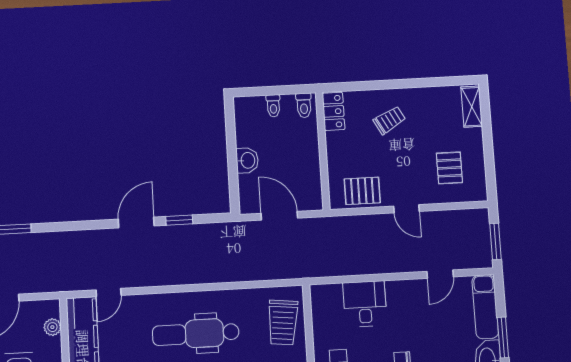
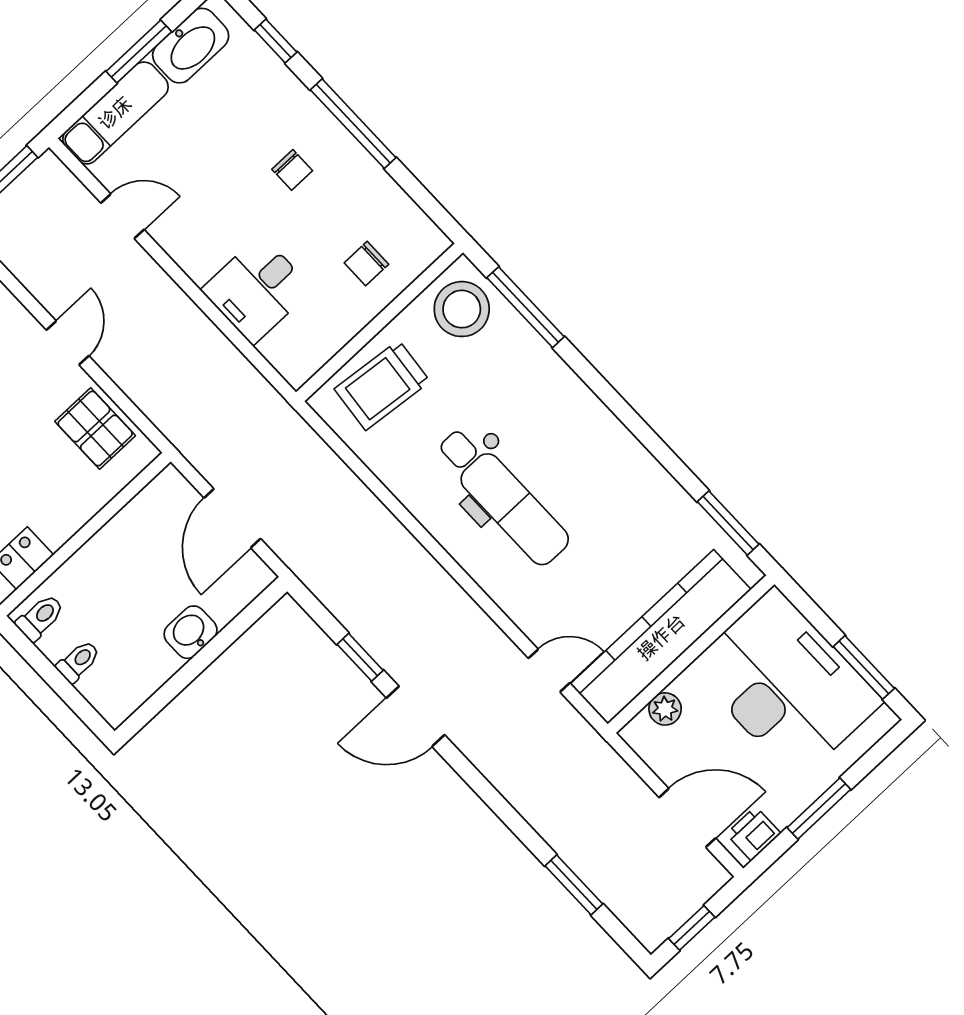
trolley: (283, 322) -> (382, 385), turned 180

